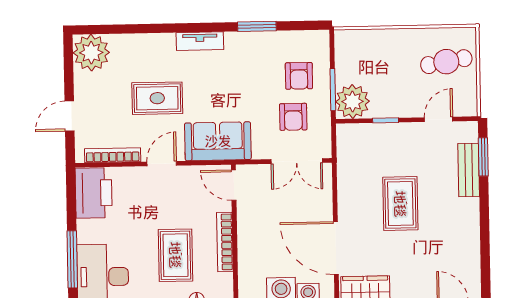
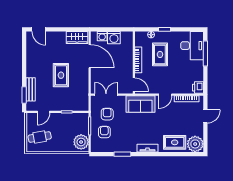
rug: (157, 98) -> (175, 142), moved
plant: (352, 102) -> (81, 142), moved
printer: (94, 193) -> (198, 88), width x0.53, depth x0.68

